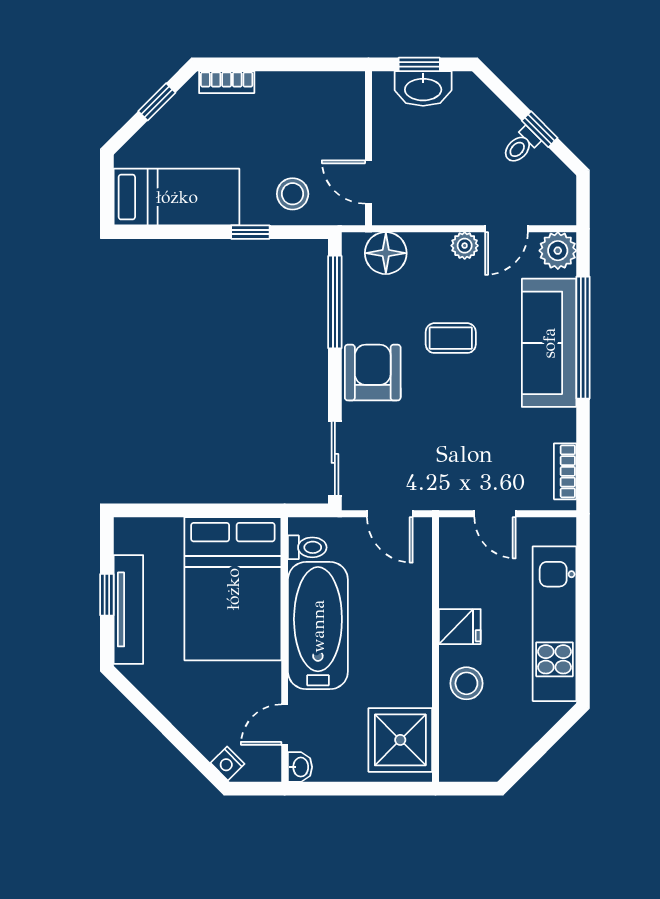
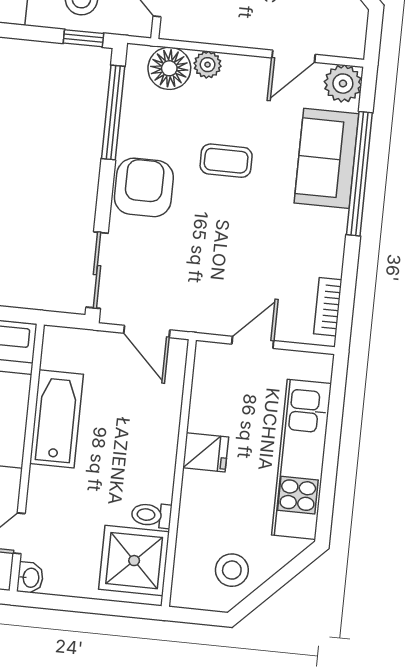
window: (250, 232) -> (83, 38), moved
plant: (465, 246) -> (208, 65), moved
sofa: (549, 343) -> (326, 158), width x0.73
door: (495, 514) -> (253, 342), swing flipped
toilet: (307, 547) -> (151, 515), moved, turned 180
bathtub: (318, 626) -> (57, 419), width x0.73, depth x0.73
stool: (466, 683) -> (232, 570), moved

